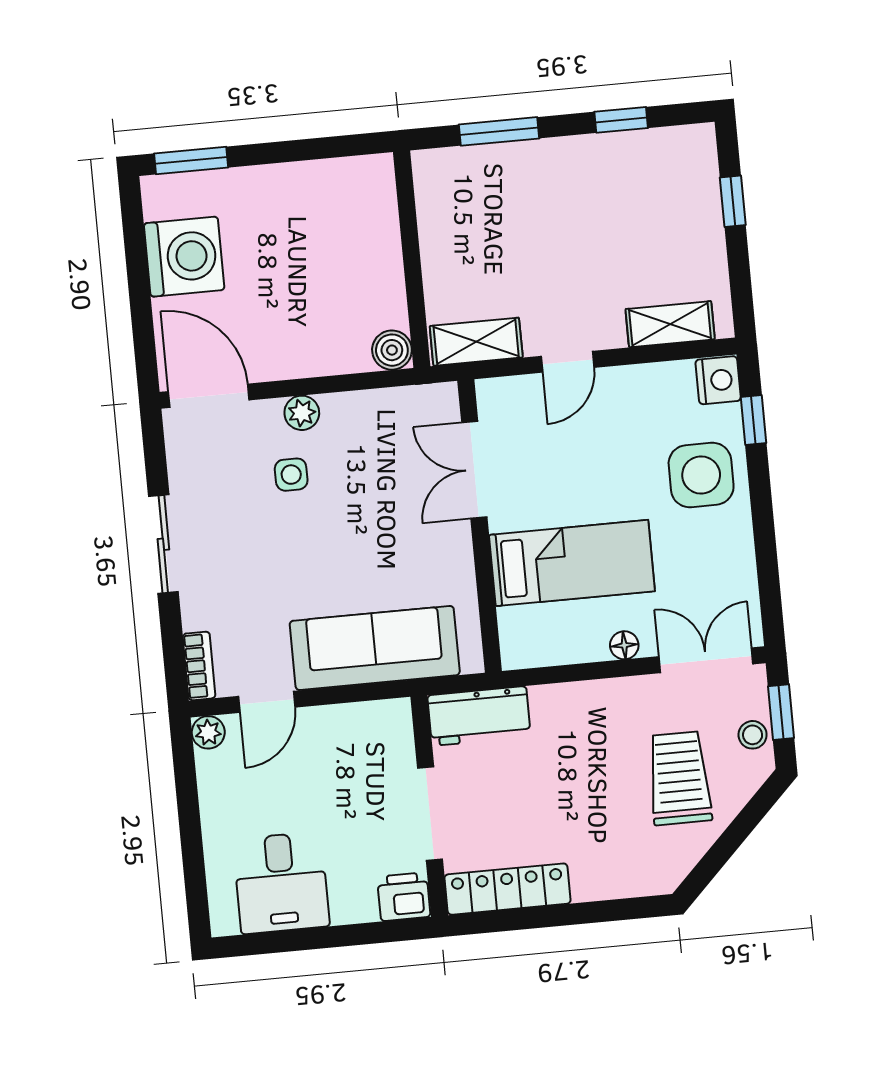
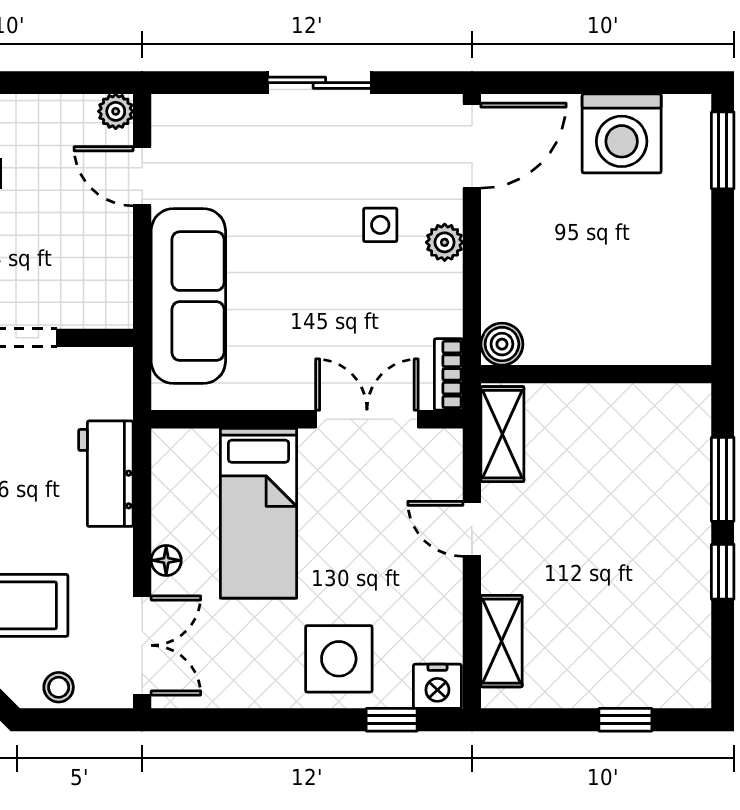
window: (621, 120) -> (723, 572), moved
bookcase: (199, 666) -> (449, 374), moved, turned 90
window: (781, 712) -> (80, 720), removed
workbench: (479, 716) -> (106, 474), moved

